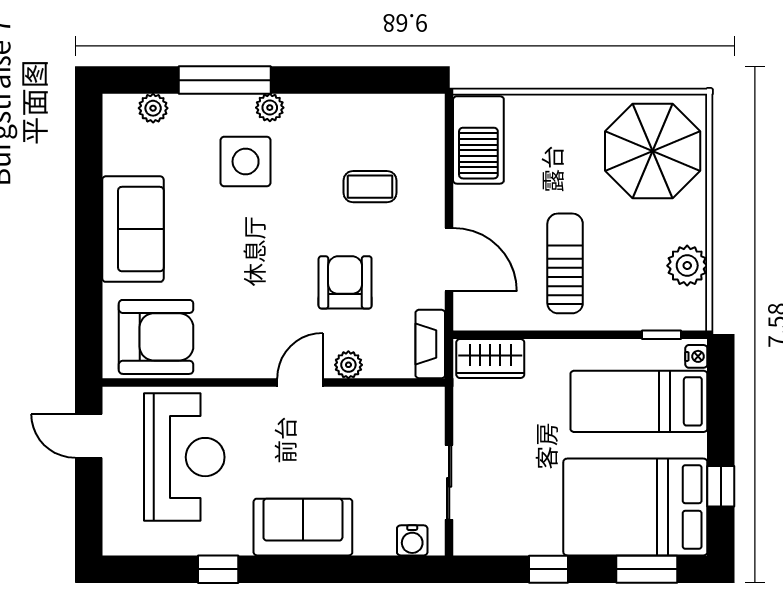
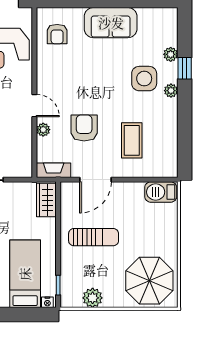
window: (225, 80) -> (185, 68), width x0.46
plant: (153, 108) -> (171, 54), moved
barbecue: (478, 140) -> (161, 192), width x0.73, depth x0.83
coffee table: (370, 187) -> (132, 140), width x1.36, depth x1.30
armchair: (345, 282) -> (84, 128), turned -90
armchair: (156, 337) -> (57, 34), width x0.53, depth x0.53

